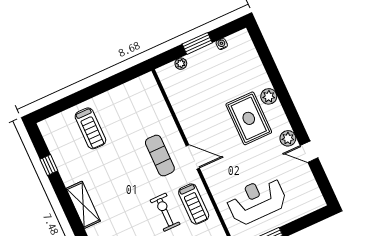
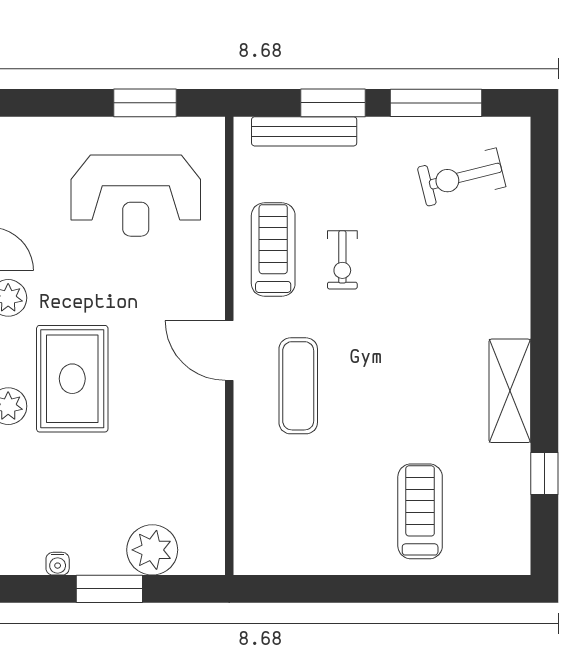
plant: (181, 64) -> (152, 550), width x1.88, depth x1.88
shelving: (83, 205) -> (510, 391), moved
exercise bike: (165, 212) -> (342, 260), width x0.73, depth x0.72

